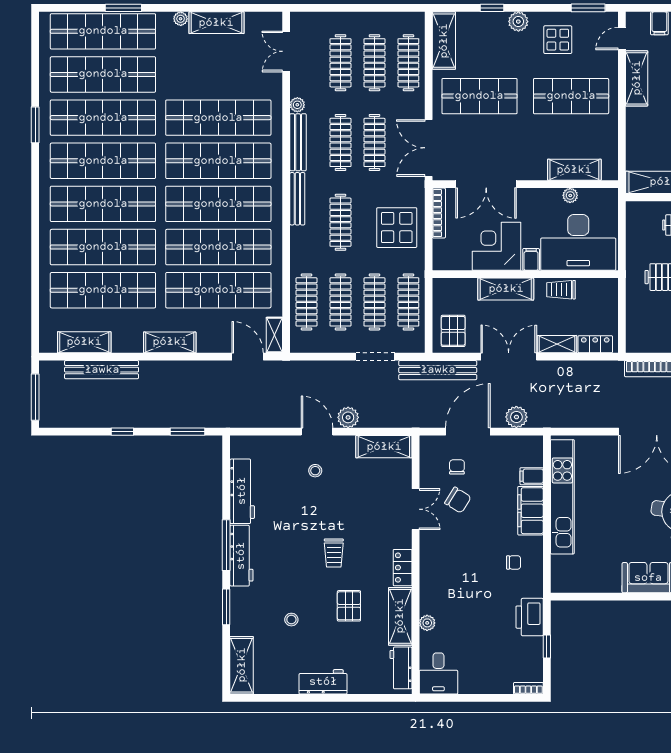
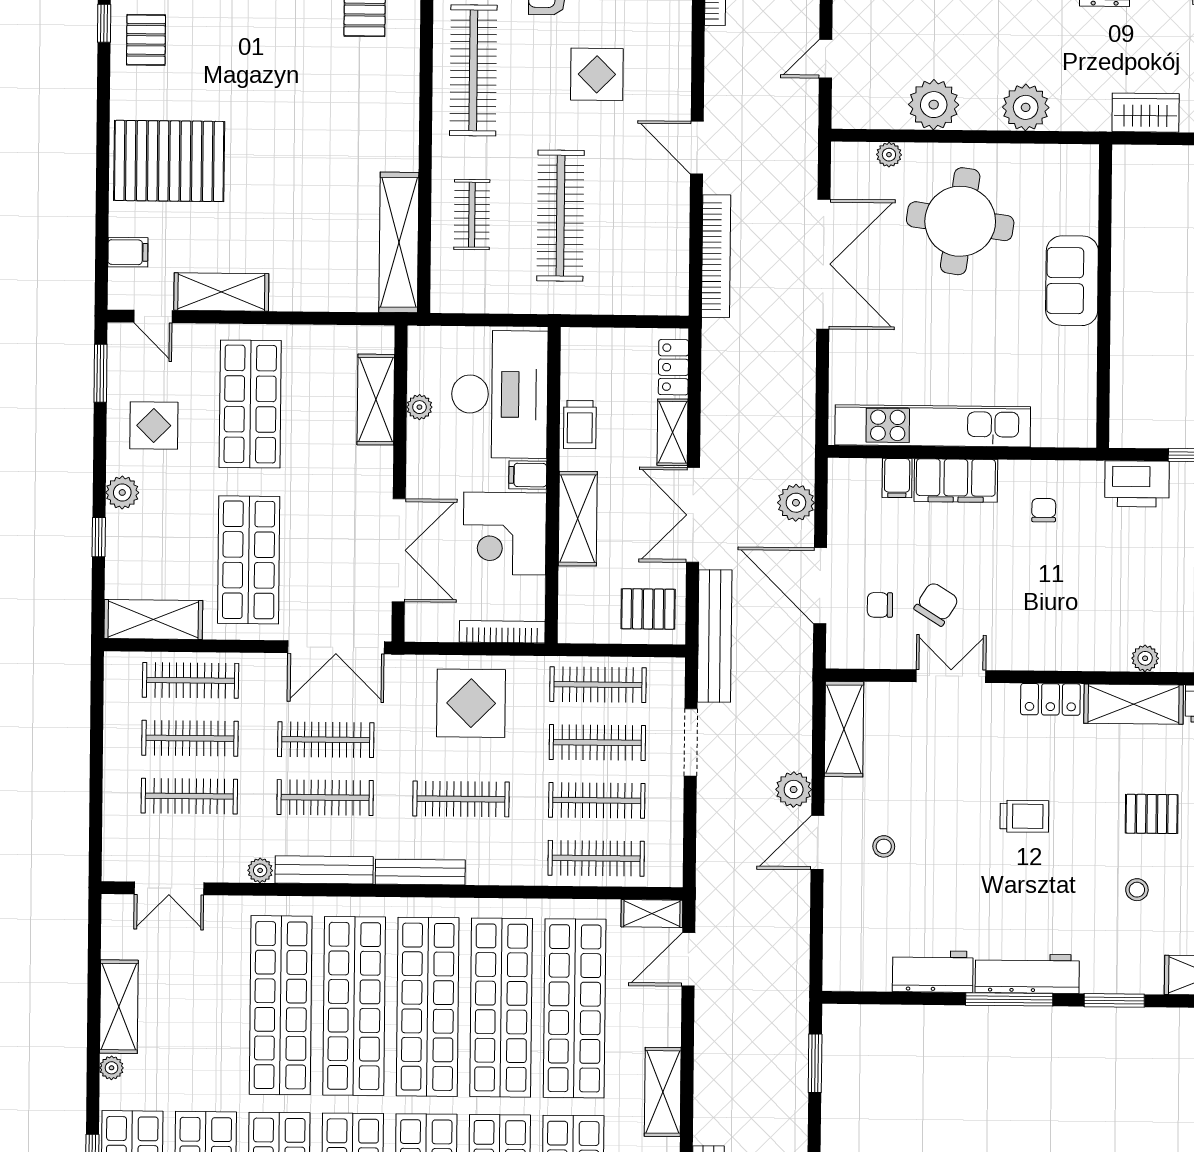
bookcase: (439, 213) -> (502, 632), moved
workbench: (242, 491) -> (933, 971), width x0.73
pallet: (349, 606) -> (1152, 814), moved

